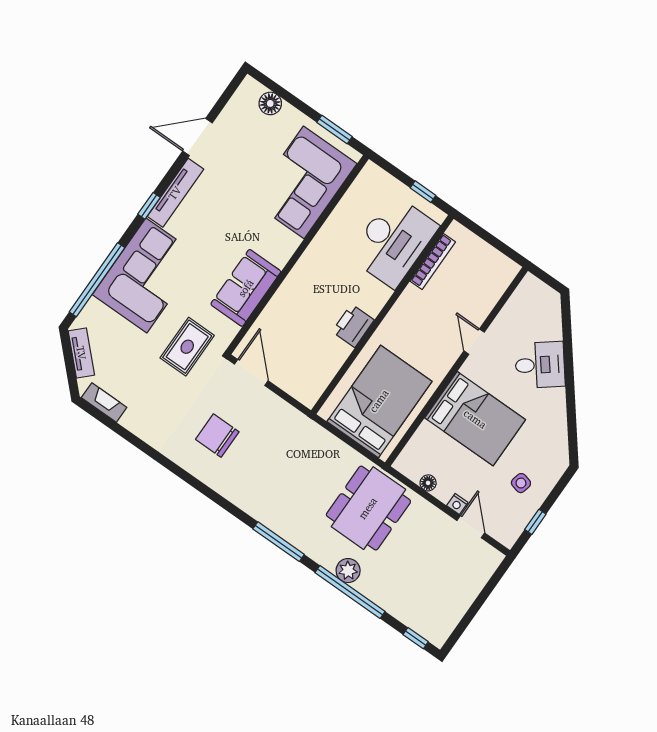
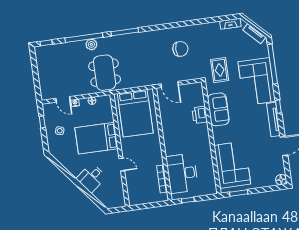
floor lamp: (270, 103) -> (281, 180), moved
printer: (353, 326) -> (200, 115), moved, turned 180
door: (251, 372) -> (170, 84), moved

